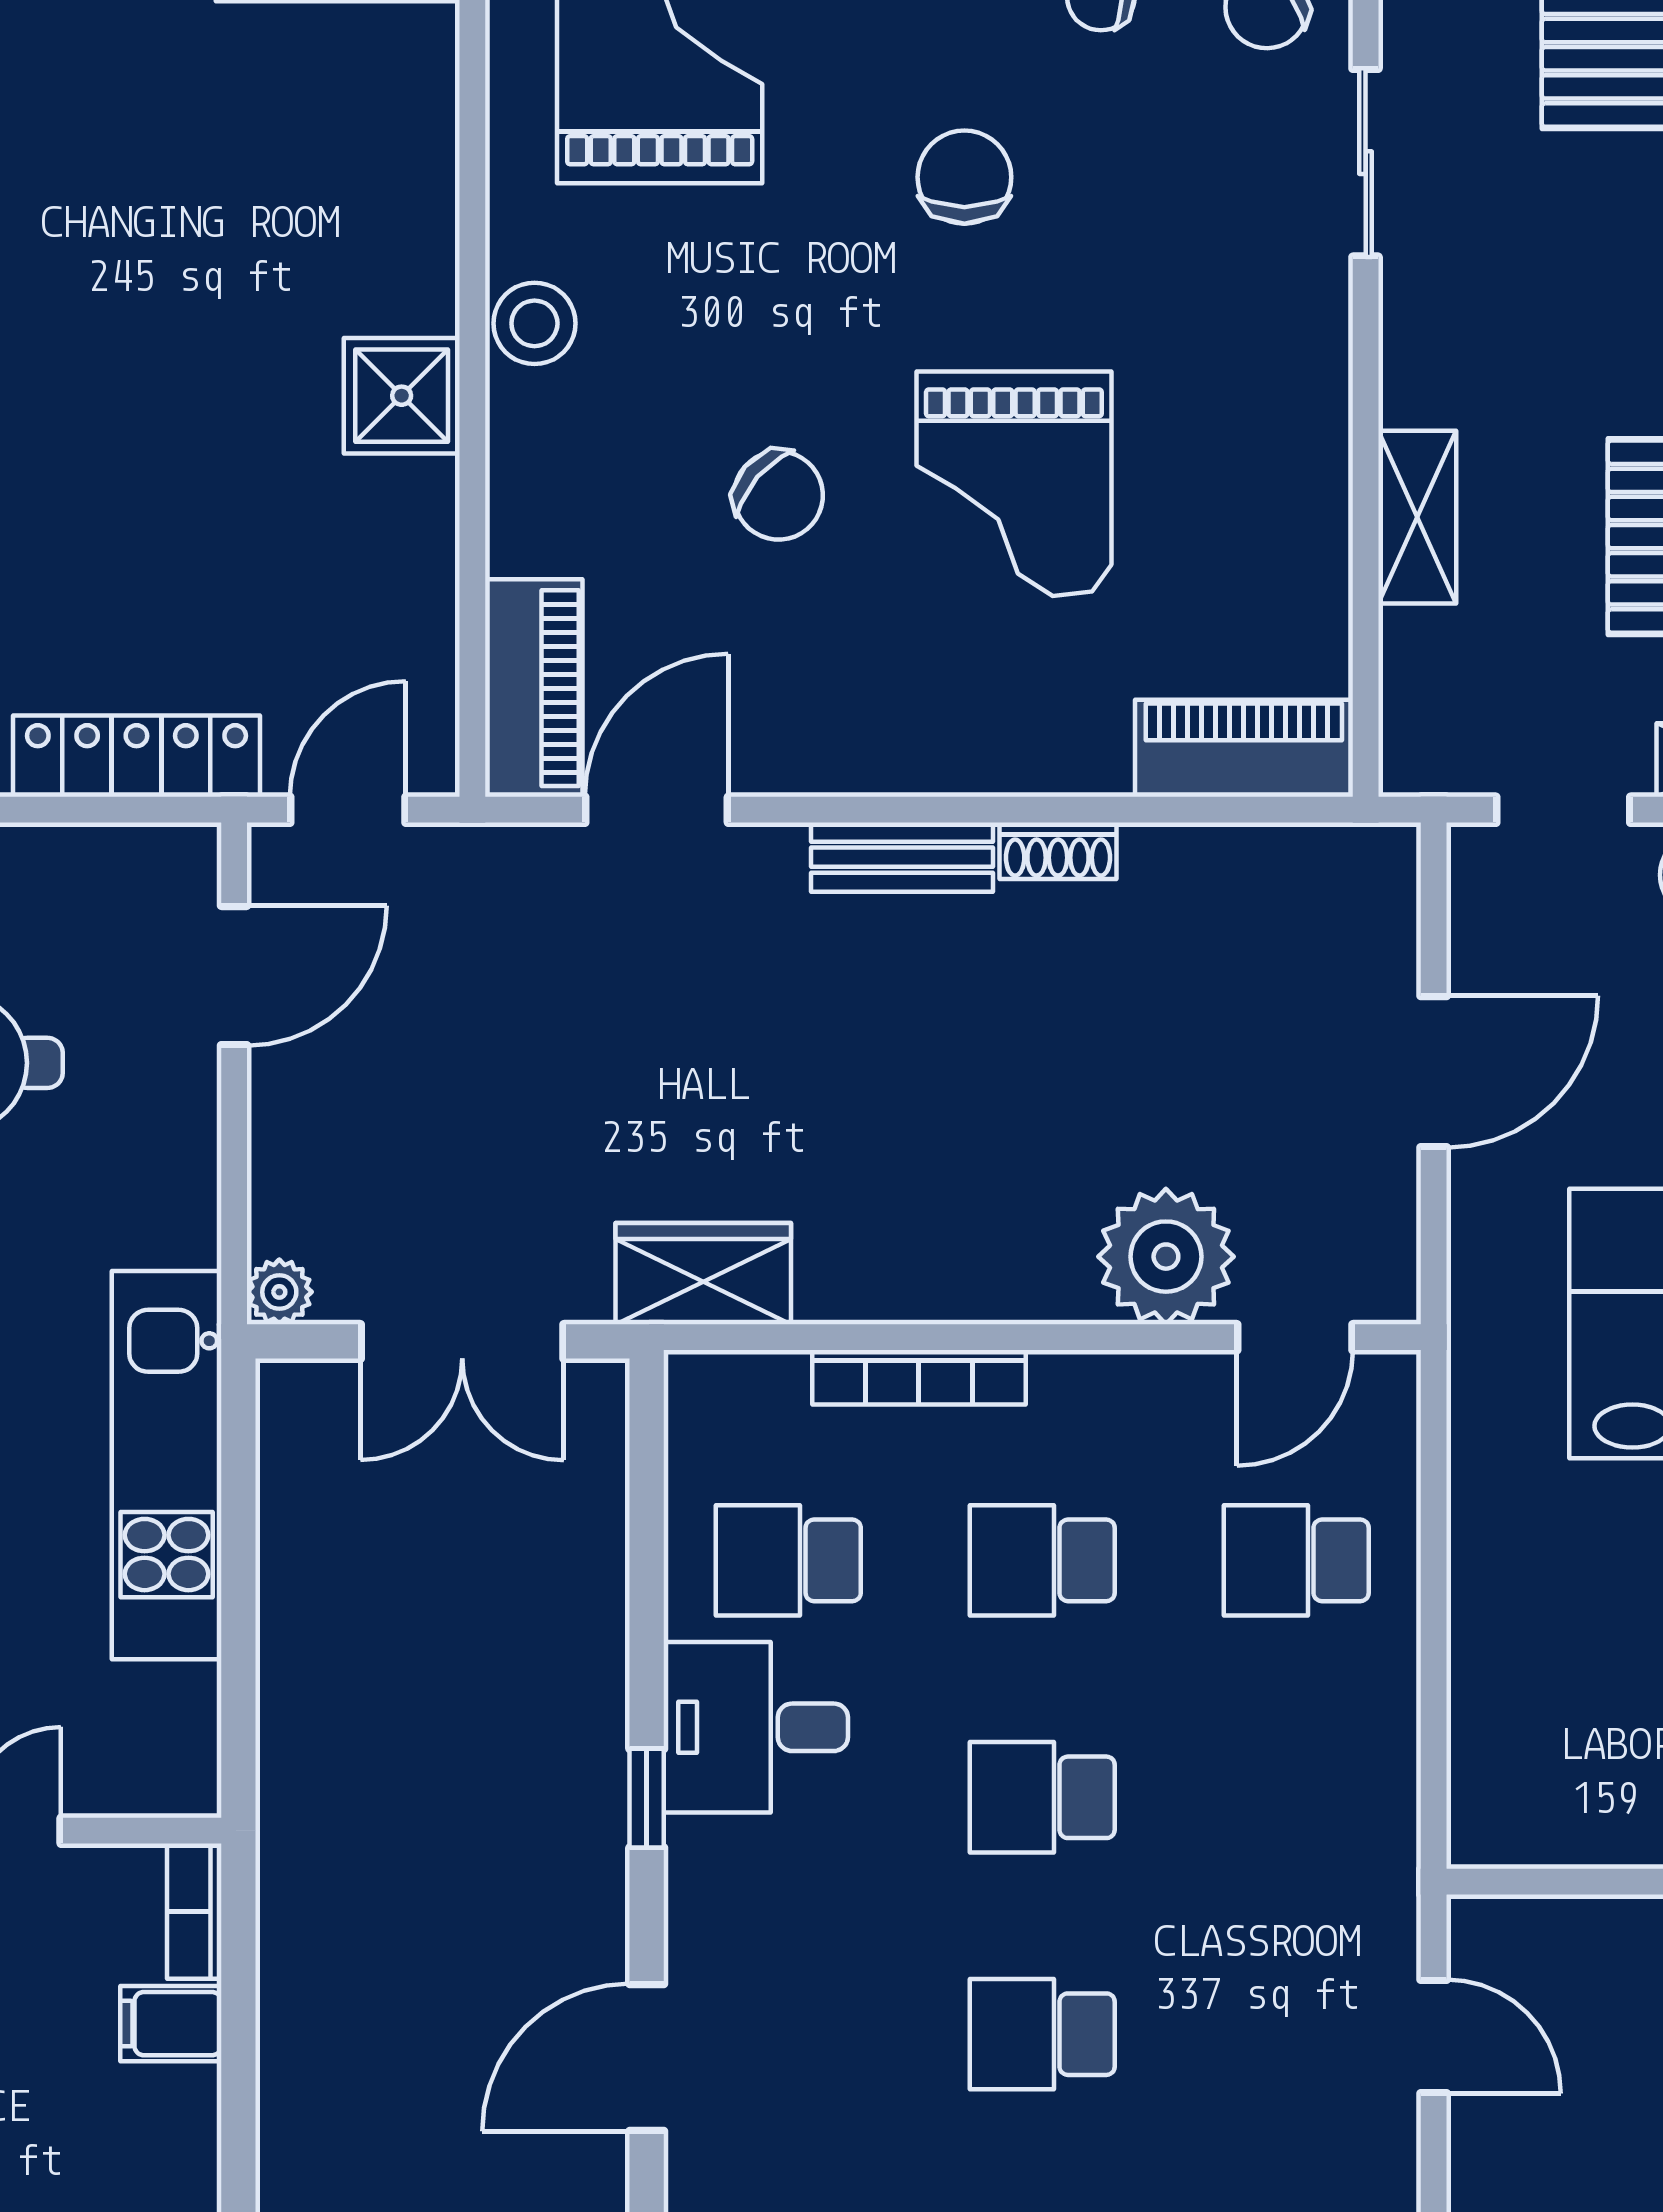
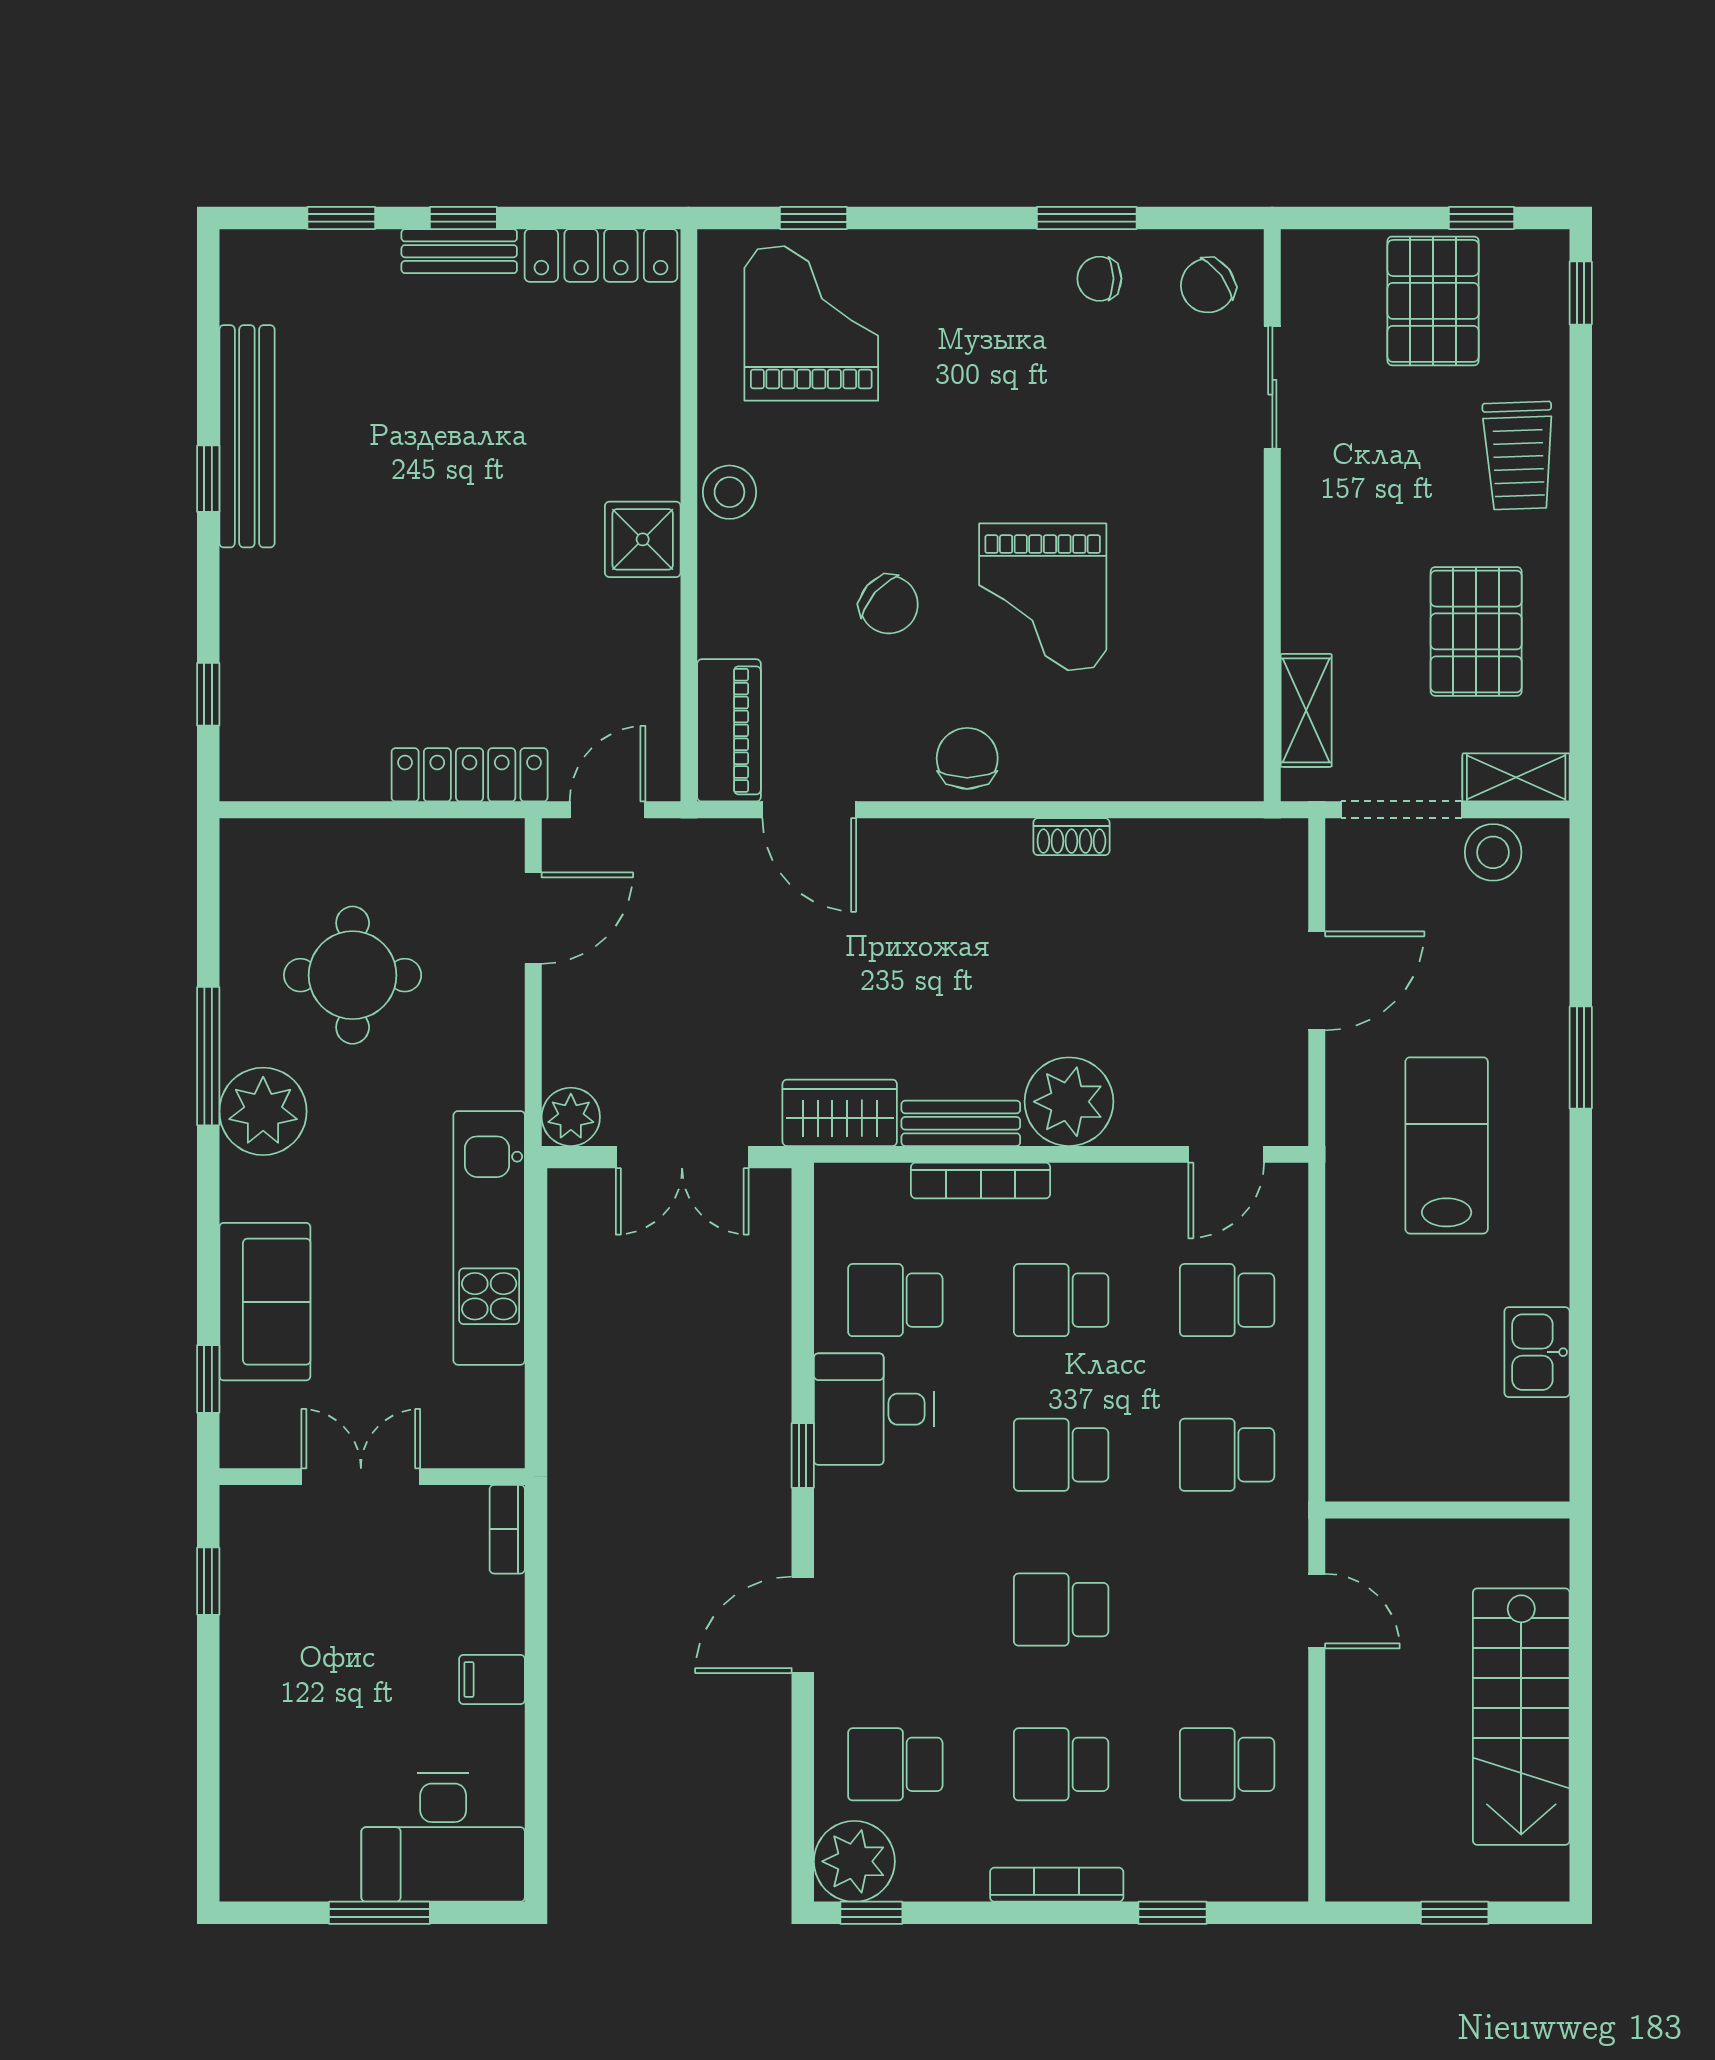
chair: (964, 177) -> (967, 758), moved
shelving: (1417, 517) -> (1306, 710), moved
piano: (1244, 748) -> (1193, 770), removed
door: (657, 810) -> (809, 810), swing flipped
doorway: (1563, 810) -> (1401, 810), width x1.38
bench: (902, 857) -> (961, 1123), moved
plant: (1166, 1257) -> (1069, 1102), moved
plant: (279, 1292) -> (571, 1117), width x1.38, depth x1.38
school desk: (1296, 1797) -> (1227, 1455), added
filing cabinet: (171, 2024) -> (492, 1679), moved

